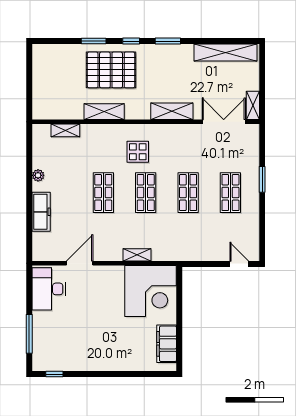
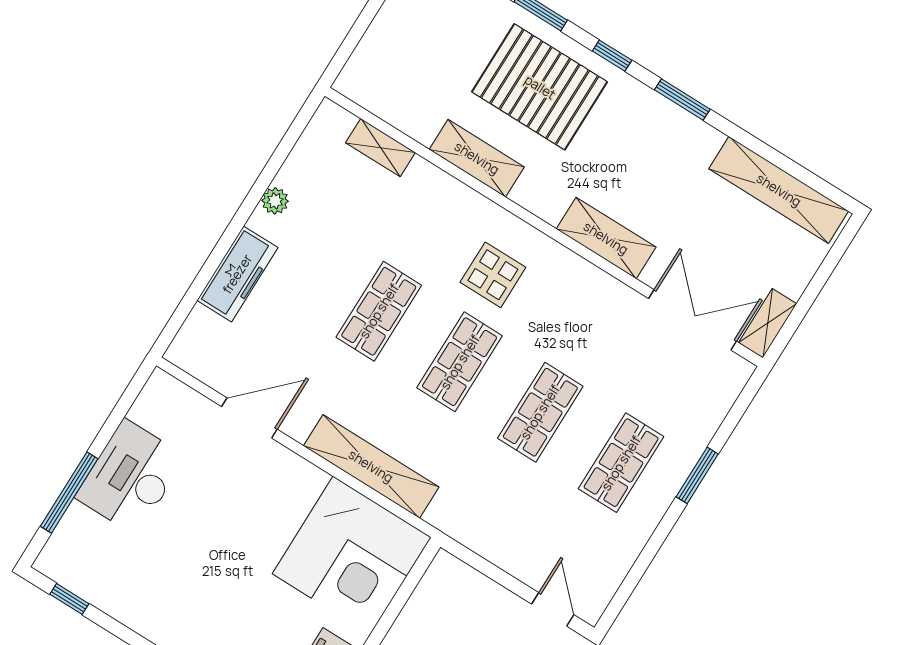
shelving: (137, 255) -> (371, 466), width x2.20, depth x1.33
desk: (49, 289) -> (130, 477), moved

